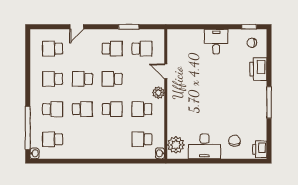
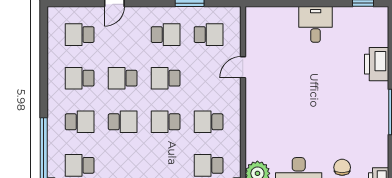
chair: (252, 43) -> (367, 26), removed
door: (166, 71) -> (243, 67), hinge flipped
plant: (158, 93) -> (232, 98), removed
school desk: (112, 109) -> (166, 122), turned 180

